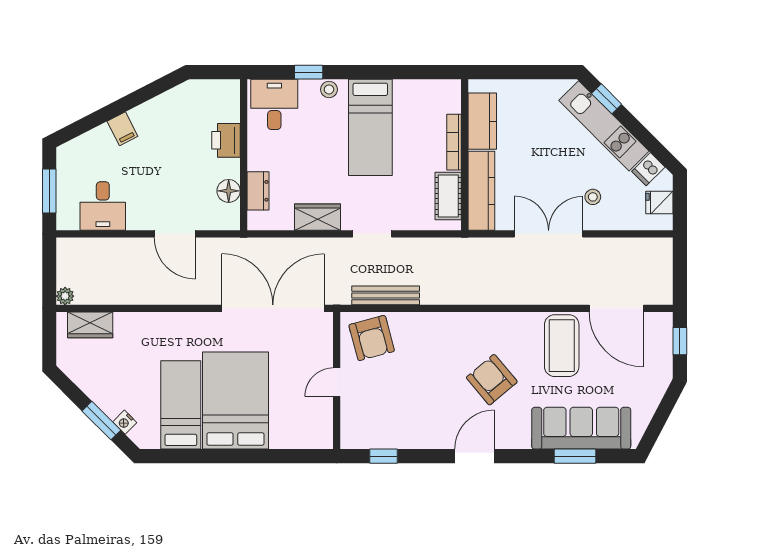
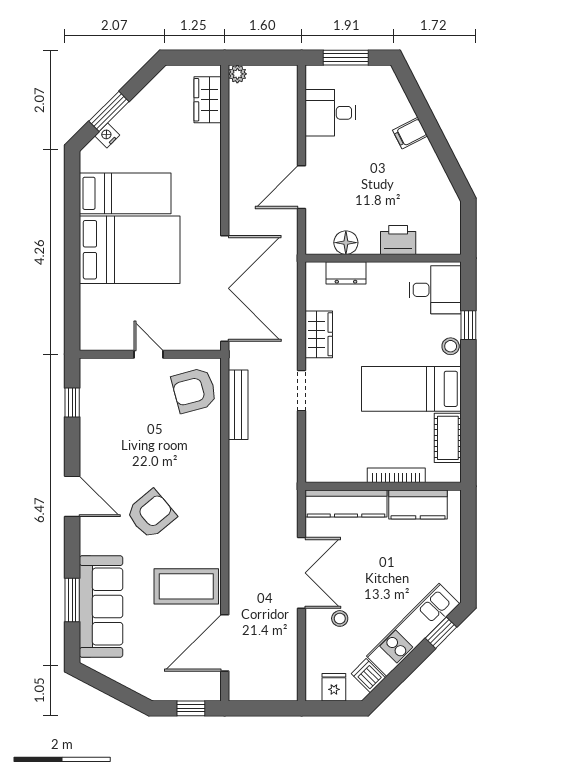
cot: (448, 196) -> (448, 438), moved, turned 90

